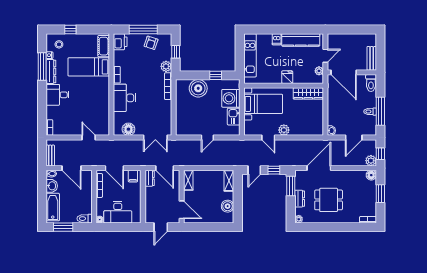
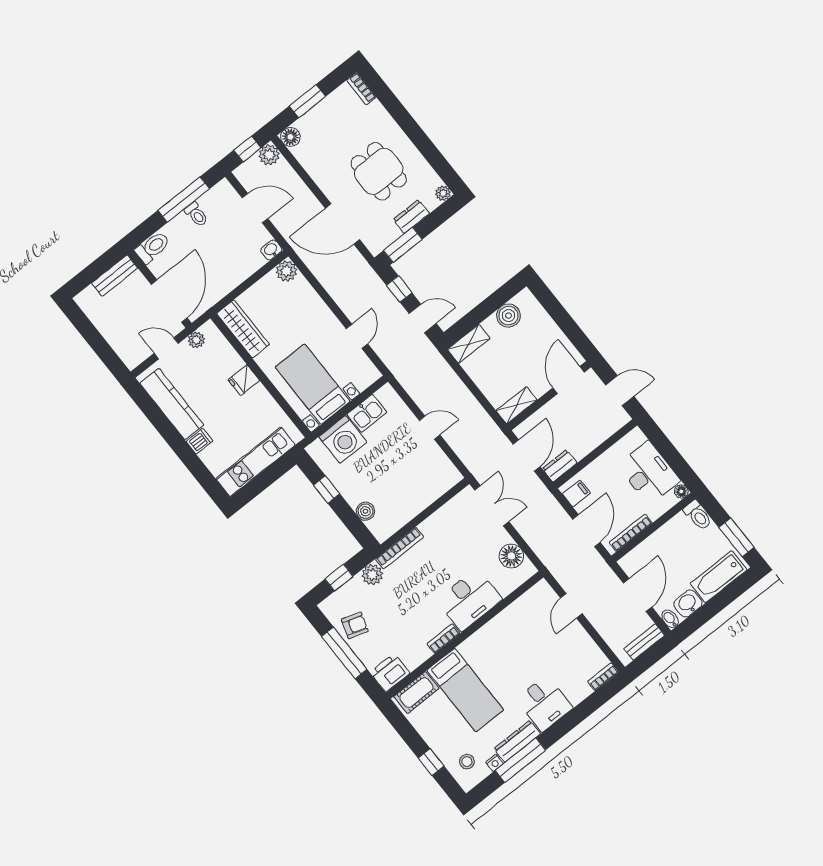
boiler: (198, 88) -> (365, 511), width x0.54, depth x0.54
plant: (284, 130) -> (287, 271), moved

